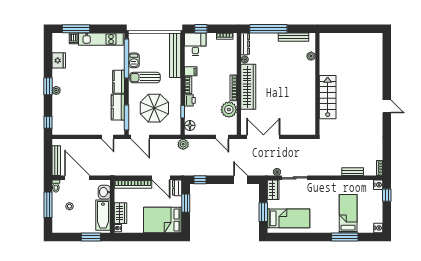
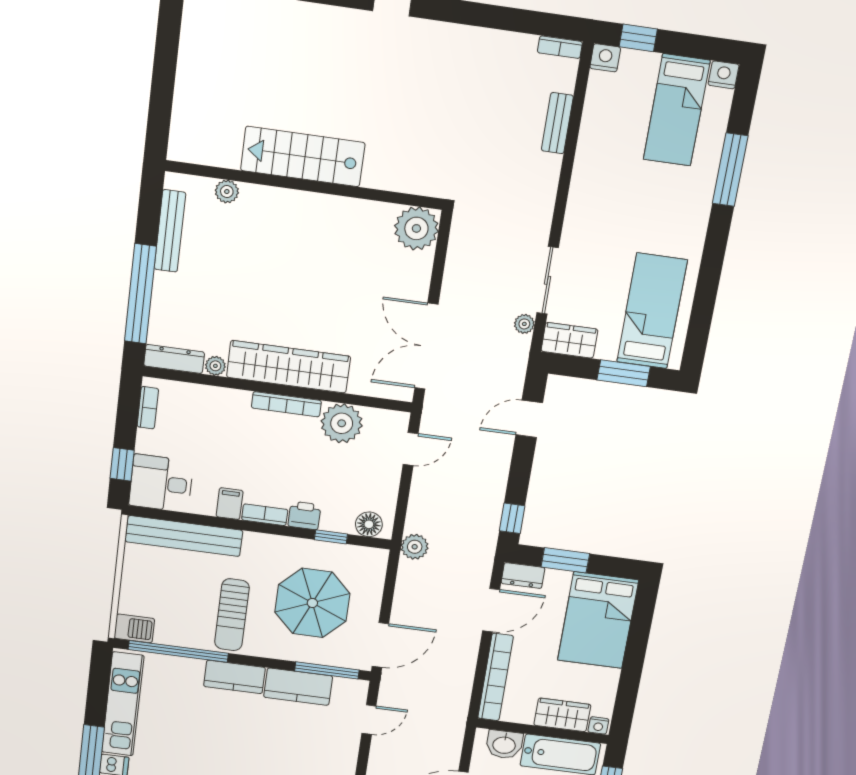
barbecue: (134, 60) -> (134, 628), moved
stairs: (328, 97) -> (303, 157), moved
plant: (307, 127) -> (416, 228), added
bed: (348, 214) -> (677, 110), moved, turned -90

